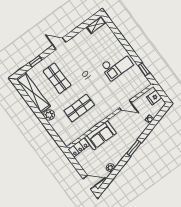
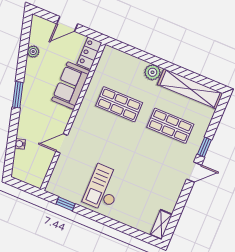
window: (36, 61) -> (204, 147), moved
fridge: (154, 98) -> (31, 175), removed
shop shelf: (79, 108) -> (119, 104), turned 90
door: (89, 182) -> (67, 24), moved

